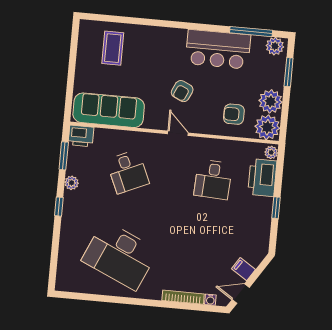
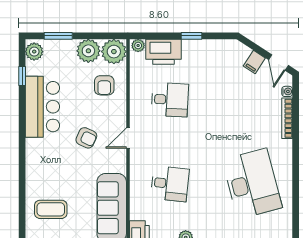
window: (251, 32) -> (22, 76), width x0.46
desk: (128, 172) -> (170, 184), turned 30
desk: (120, 255) -> (252, 184), turned -39

